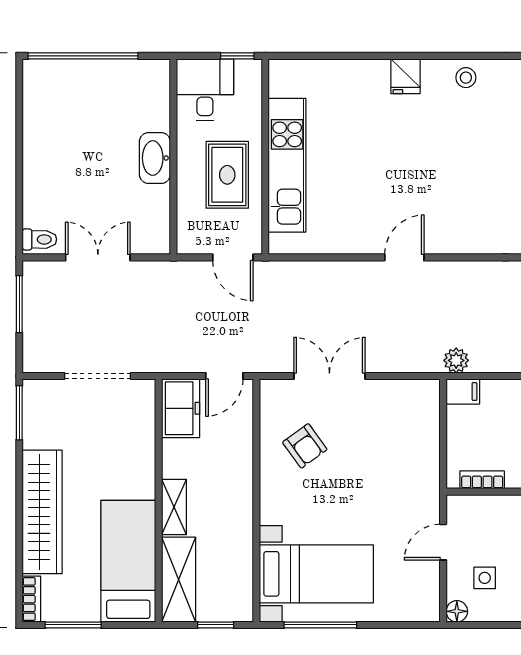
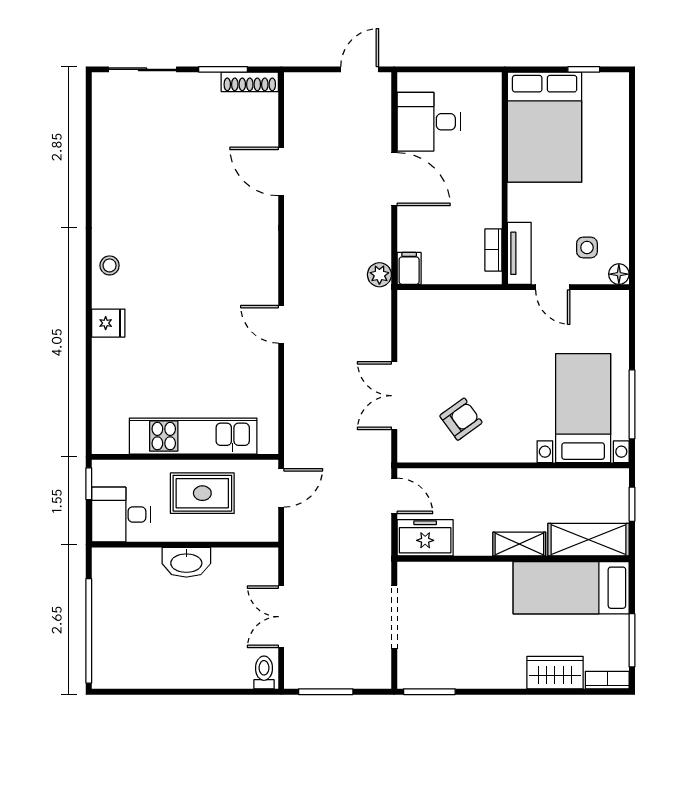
tv unit: (479, 507) -> (519, 253), added
wardrobe: (42, 512) -> (555, 673), width x0.48, depth x0.85

